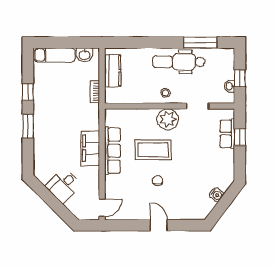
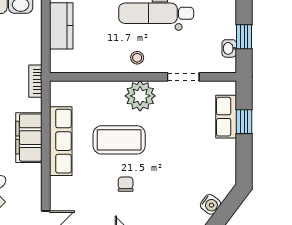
bookcase: (95, 92) -> (35, 81), moved

